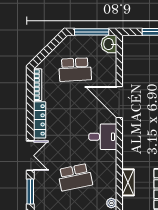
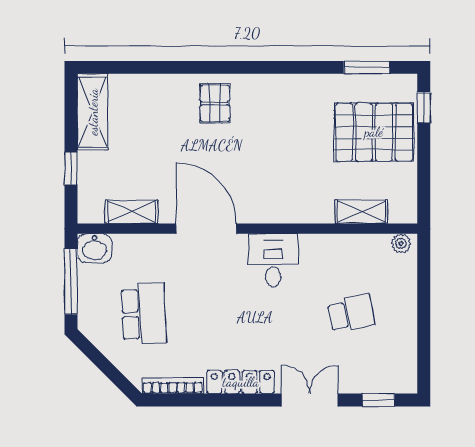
shelving: (128, 63) -> (131, 212), added
door: (119, 102) -> (206, 229), swing flipped
school desk: (75, 177) -> (351, 314), width x0.54
window: (30, 191) -> (379, 400), width x0.67

